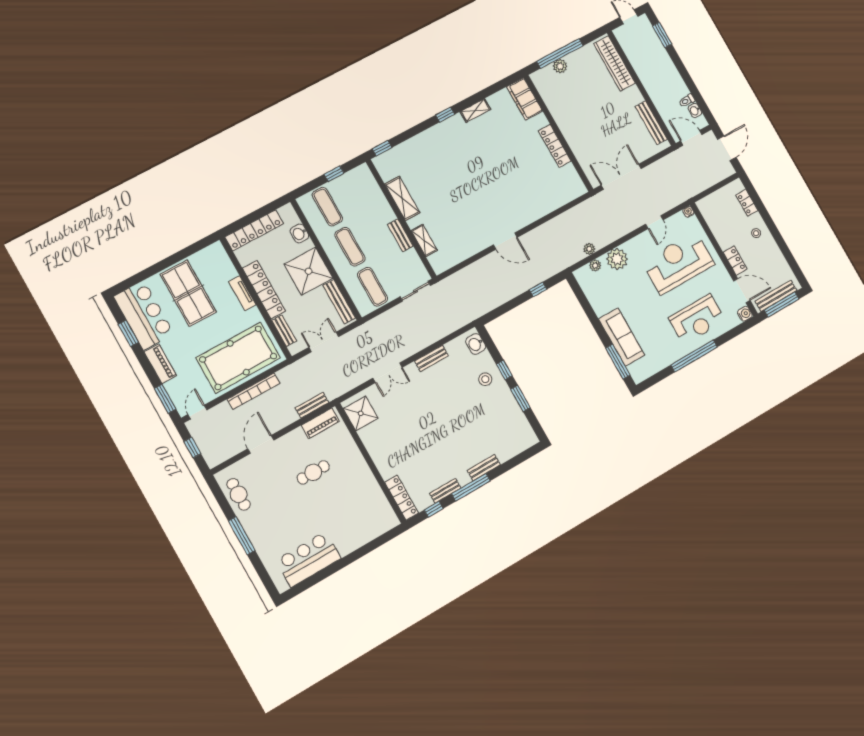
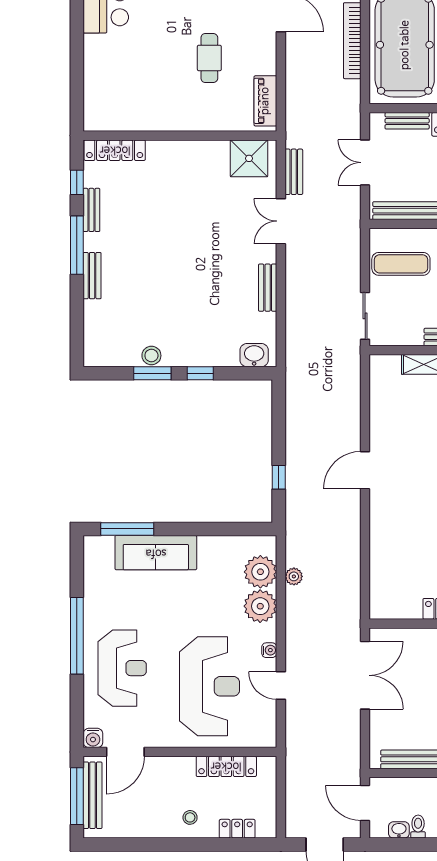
door: (691, 138) -> (365, 803), swing flipped
water cooler: (688, 212) -> (269, 650), moved
locker: (735, 261) -> (226, 766), moved, width x1.53
plant: (595, 265) -> (260, 572), width x1.88, depth x1.88
reception desk: (697, 319) -> (122, 668), turned 180
double door: (324, 342) -> (365, 163), swing flipped
stool: (485, 379) -> (151, 356), moved
bench: (312, 405) -> (294, 172), moved

